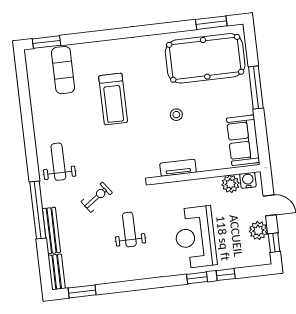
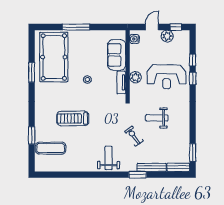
window: (211, 23) -> (32, 72), moved
window: (46, 42) -> (32, 135), moved
treadmill: (113, 99) -> (73, 119), turned 180
sofa: (243, 140) -> (117, 55), moved, turned 90
weight bench: (58, 162) -> (109, 158), turned 90
plant: (231, 184) -> (135, 77), moved
window: (38, 210) -> (138, 175), width x0.47

